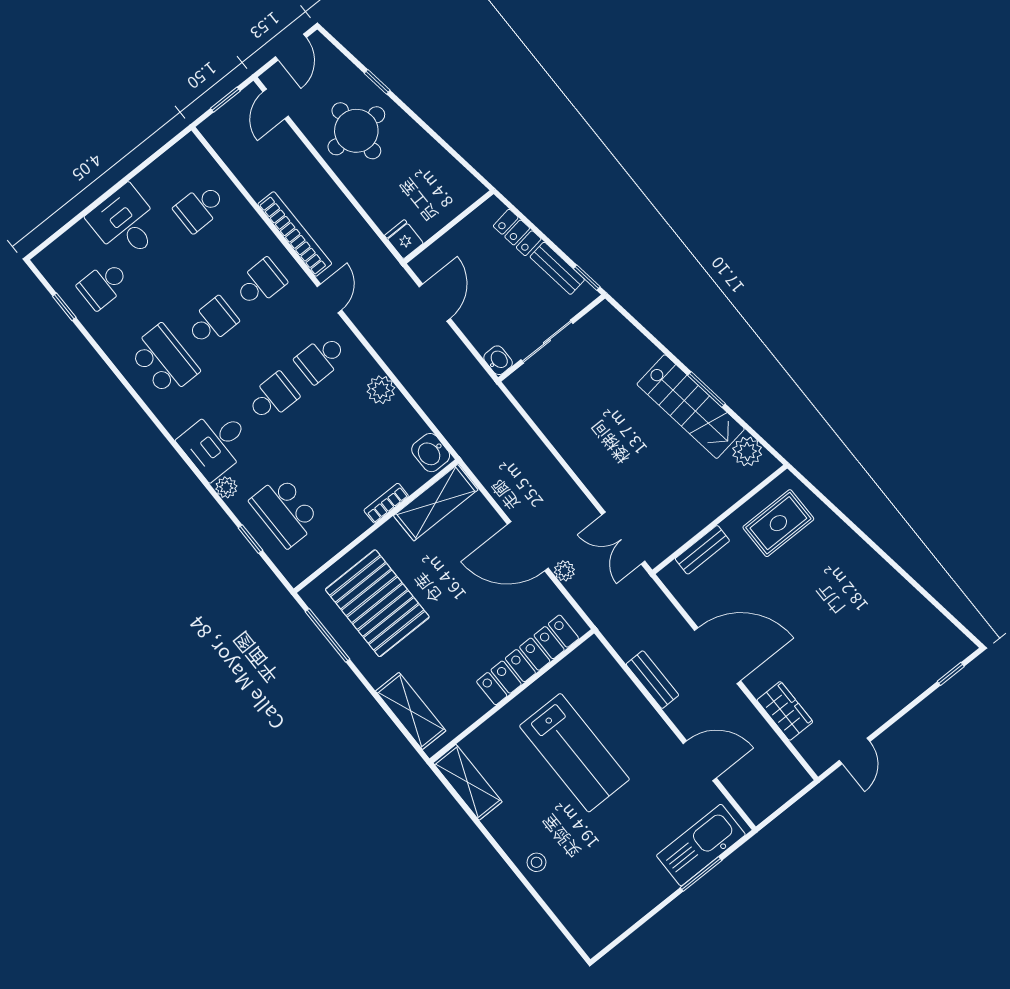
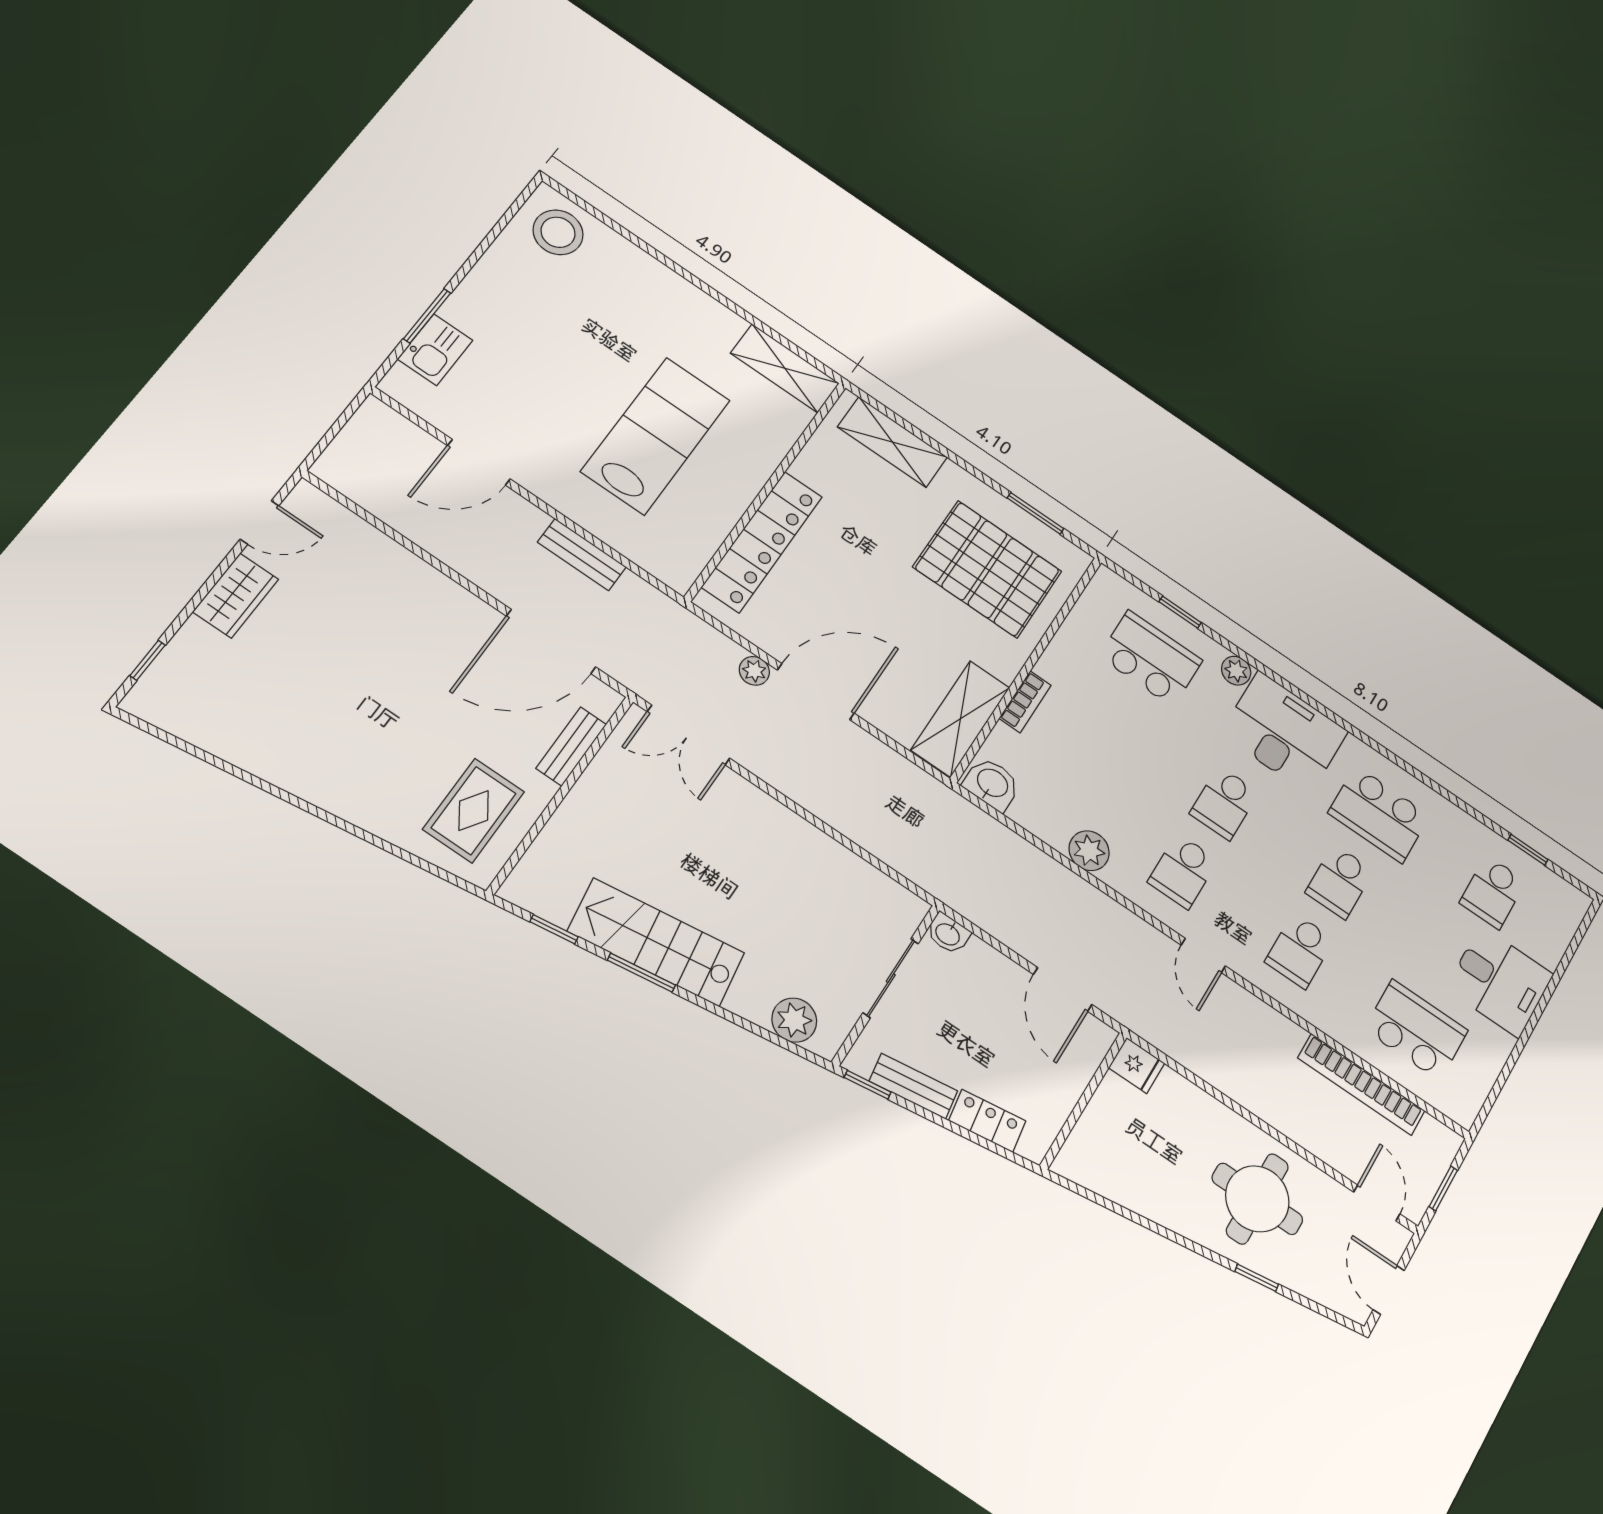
school desk: (200, 208) -> (1416, 1030), width x1.85
bookcase: (295, 234) -> (1361, 1084), moved
school desk: (103, 285) -> (1493, 892), turned 180
school desk: (321, 359) -> (1183, 871), turned 180
window: (752, 432) -> (554, 929), added
desk: (216, 443) -> (1284, 733), width x1.37
plant: (747, 451) -> (794, 1020), moved
double door: (623, 538) -> (688, 735), swing flipped
window: (328, 635) -> (1035, 513), width x0.69
door: (717, 656) -> (551, 641), moved
wardrobe: (785, 711) -> (236, 596), moved, turned -90
door: (854, 751) -> (259, 522), swing flipped
lab bench: (574, 753) -> (656, 436), turned 90
kitchen sink: (701, 845) -> (435, 350), width x0.53, depth x0.81
stool: (536, 862) -> (558, 232), moved, width x1.89, depth x1.89

